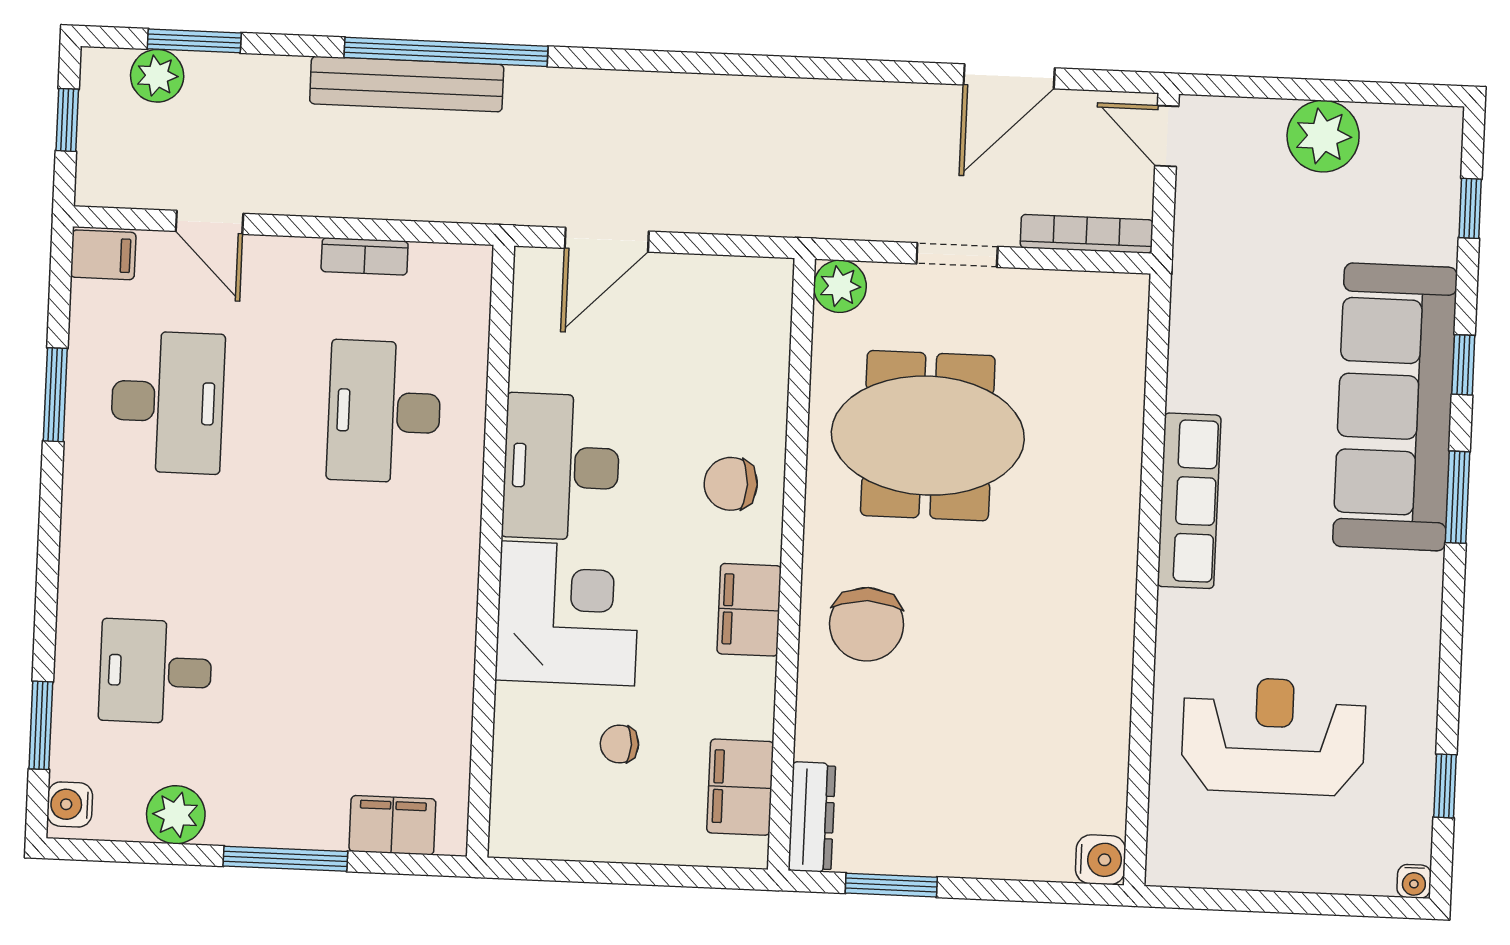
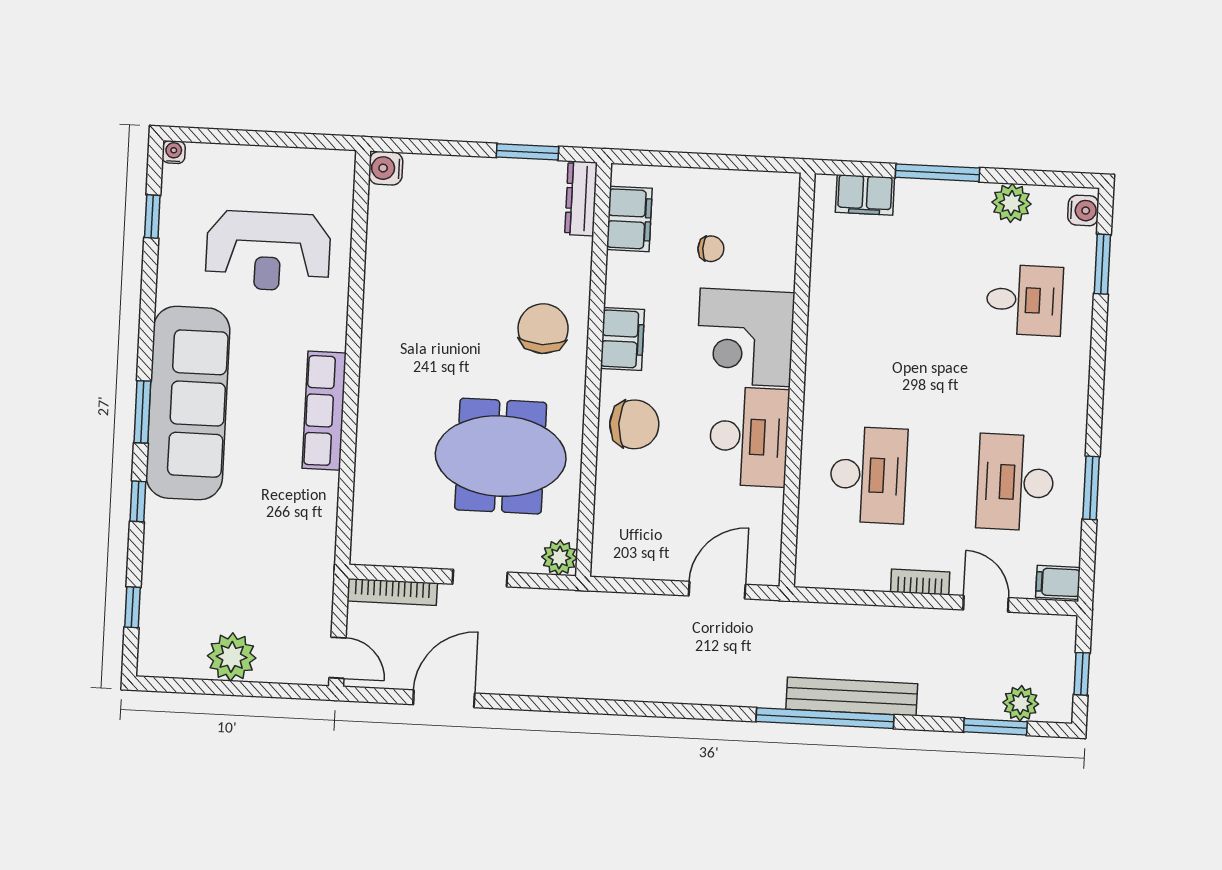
bookcase: (365, 256) -> (920, 582), moved
sofa: (1395, 407) -> (188, 403), moved
chair: (731, 484) -> (634, 424), width x1.37, depth x1.37

